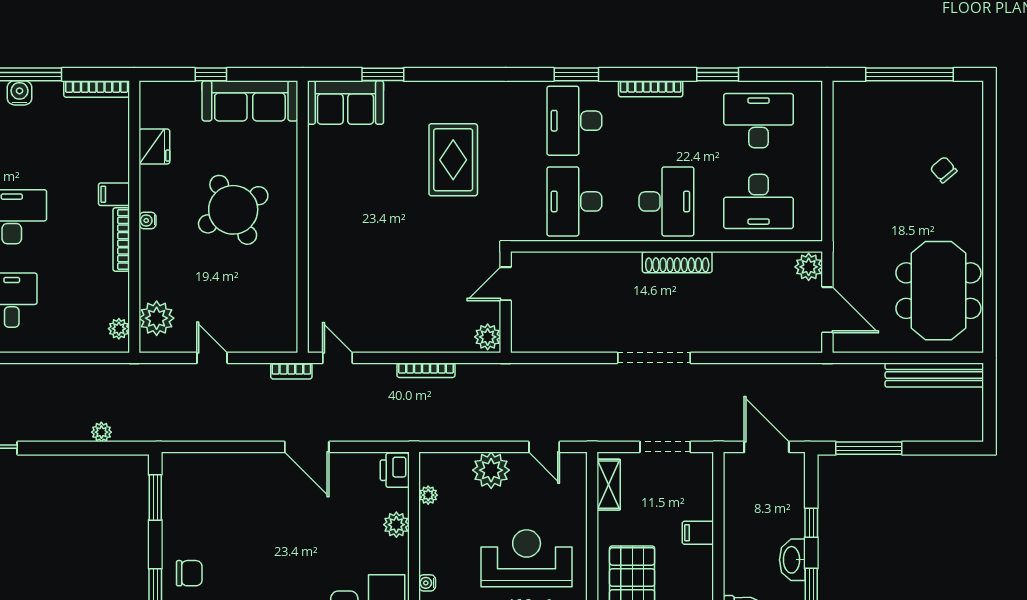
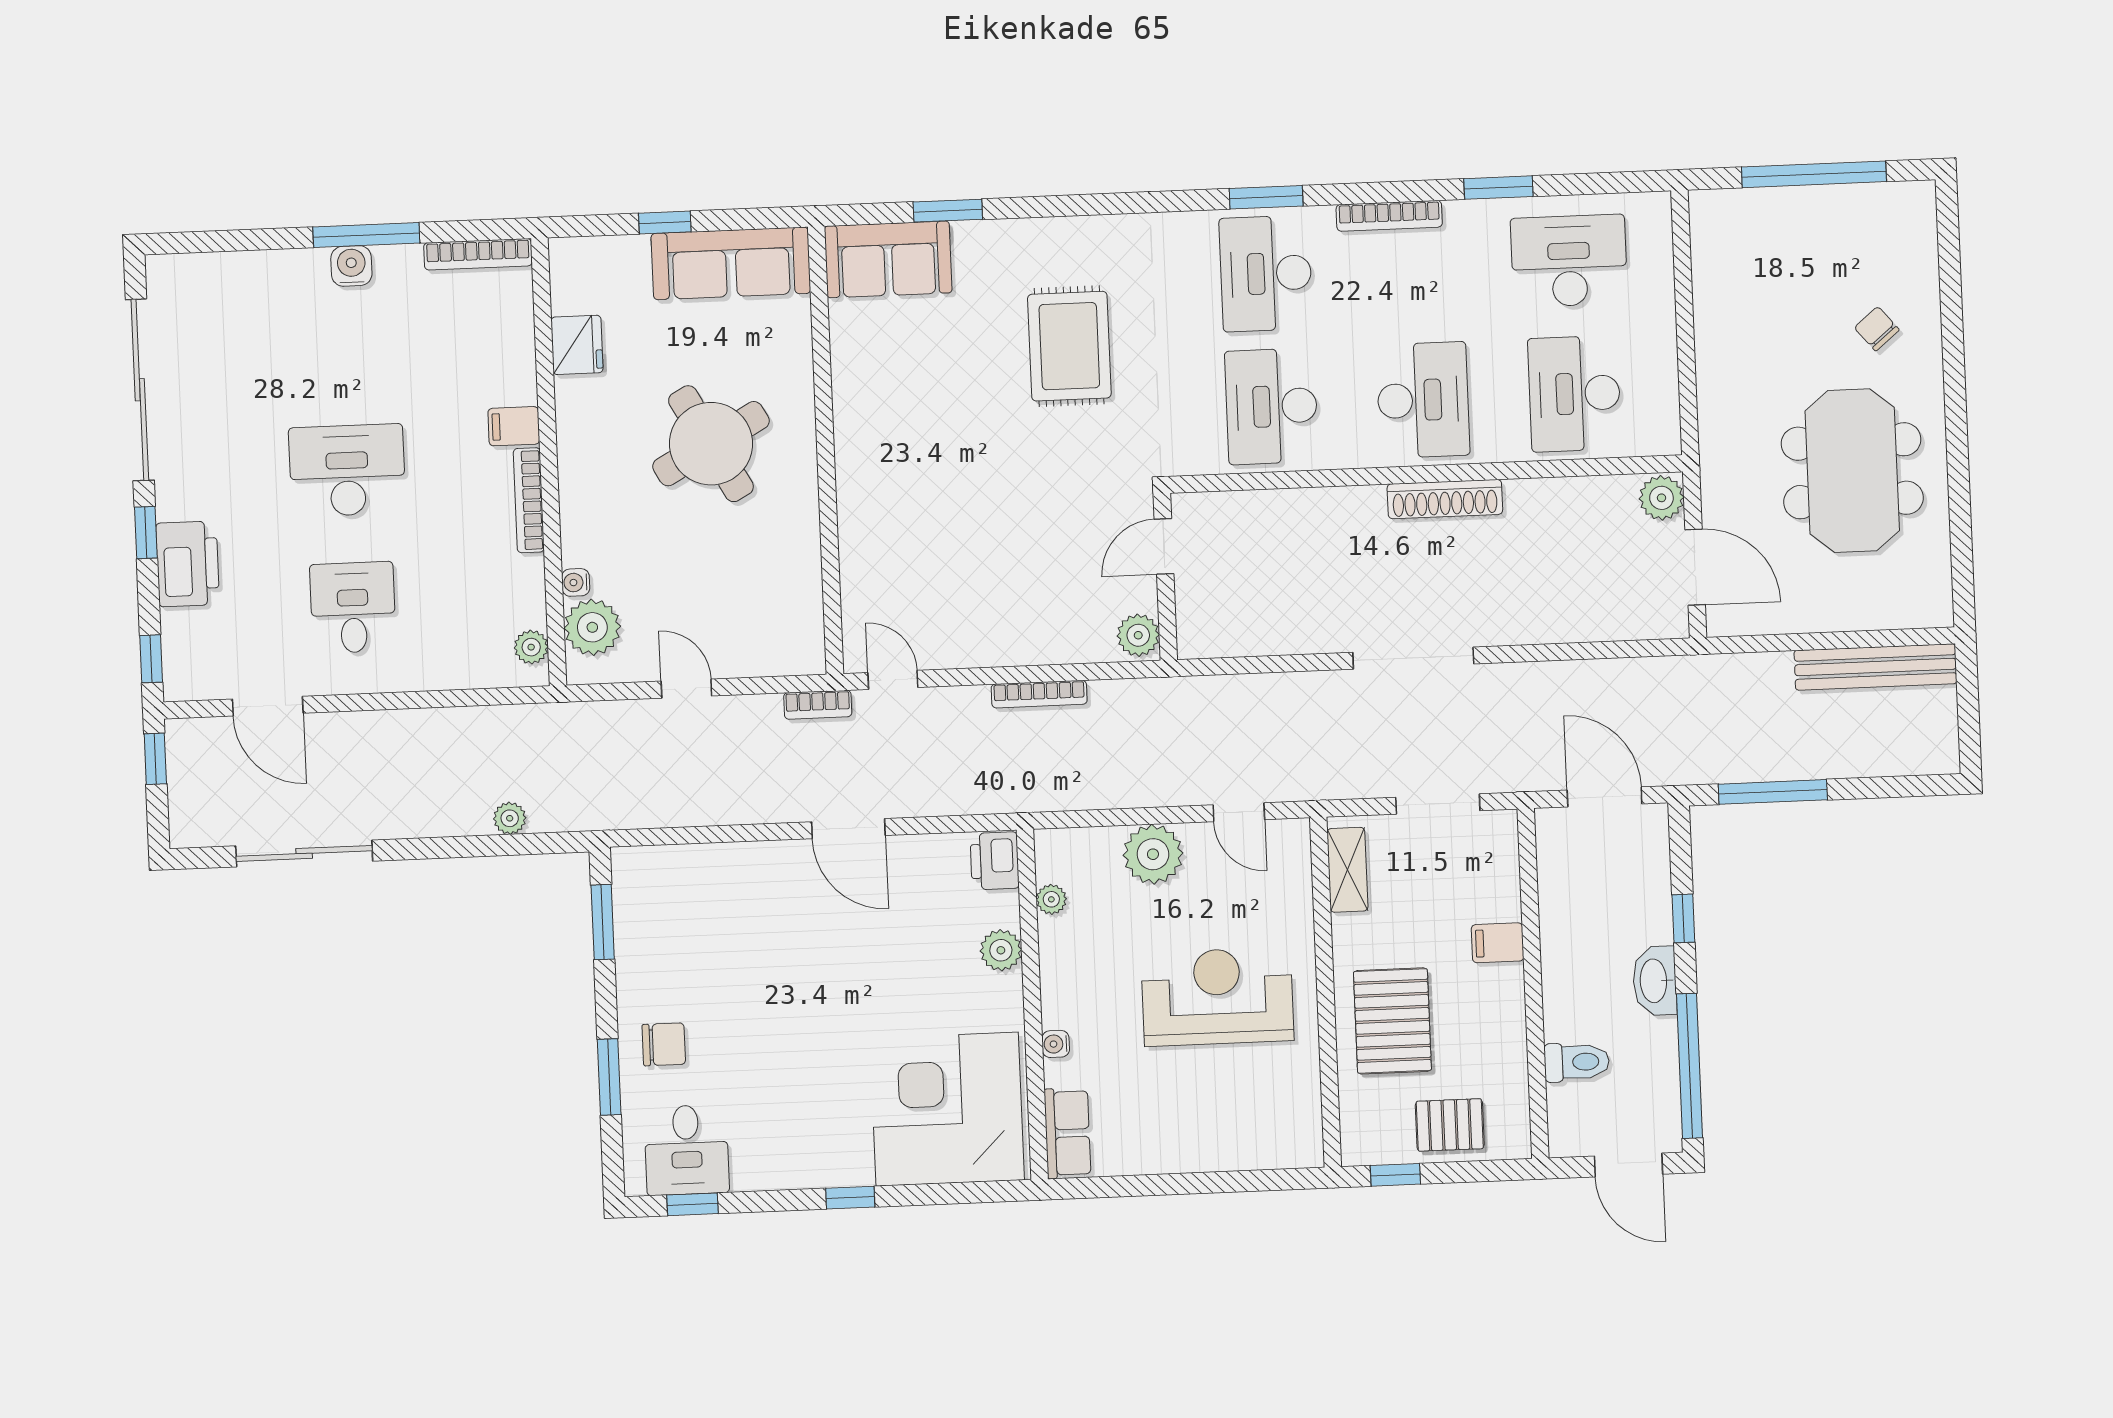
desk: (759, 201) -> (1575, 394), turned 90
water cooler: (148, 220) -> (576, 582), moved
meeting table: (938, 291) -> (1852, 471), moved

